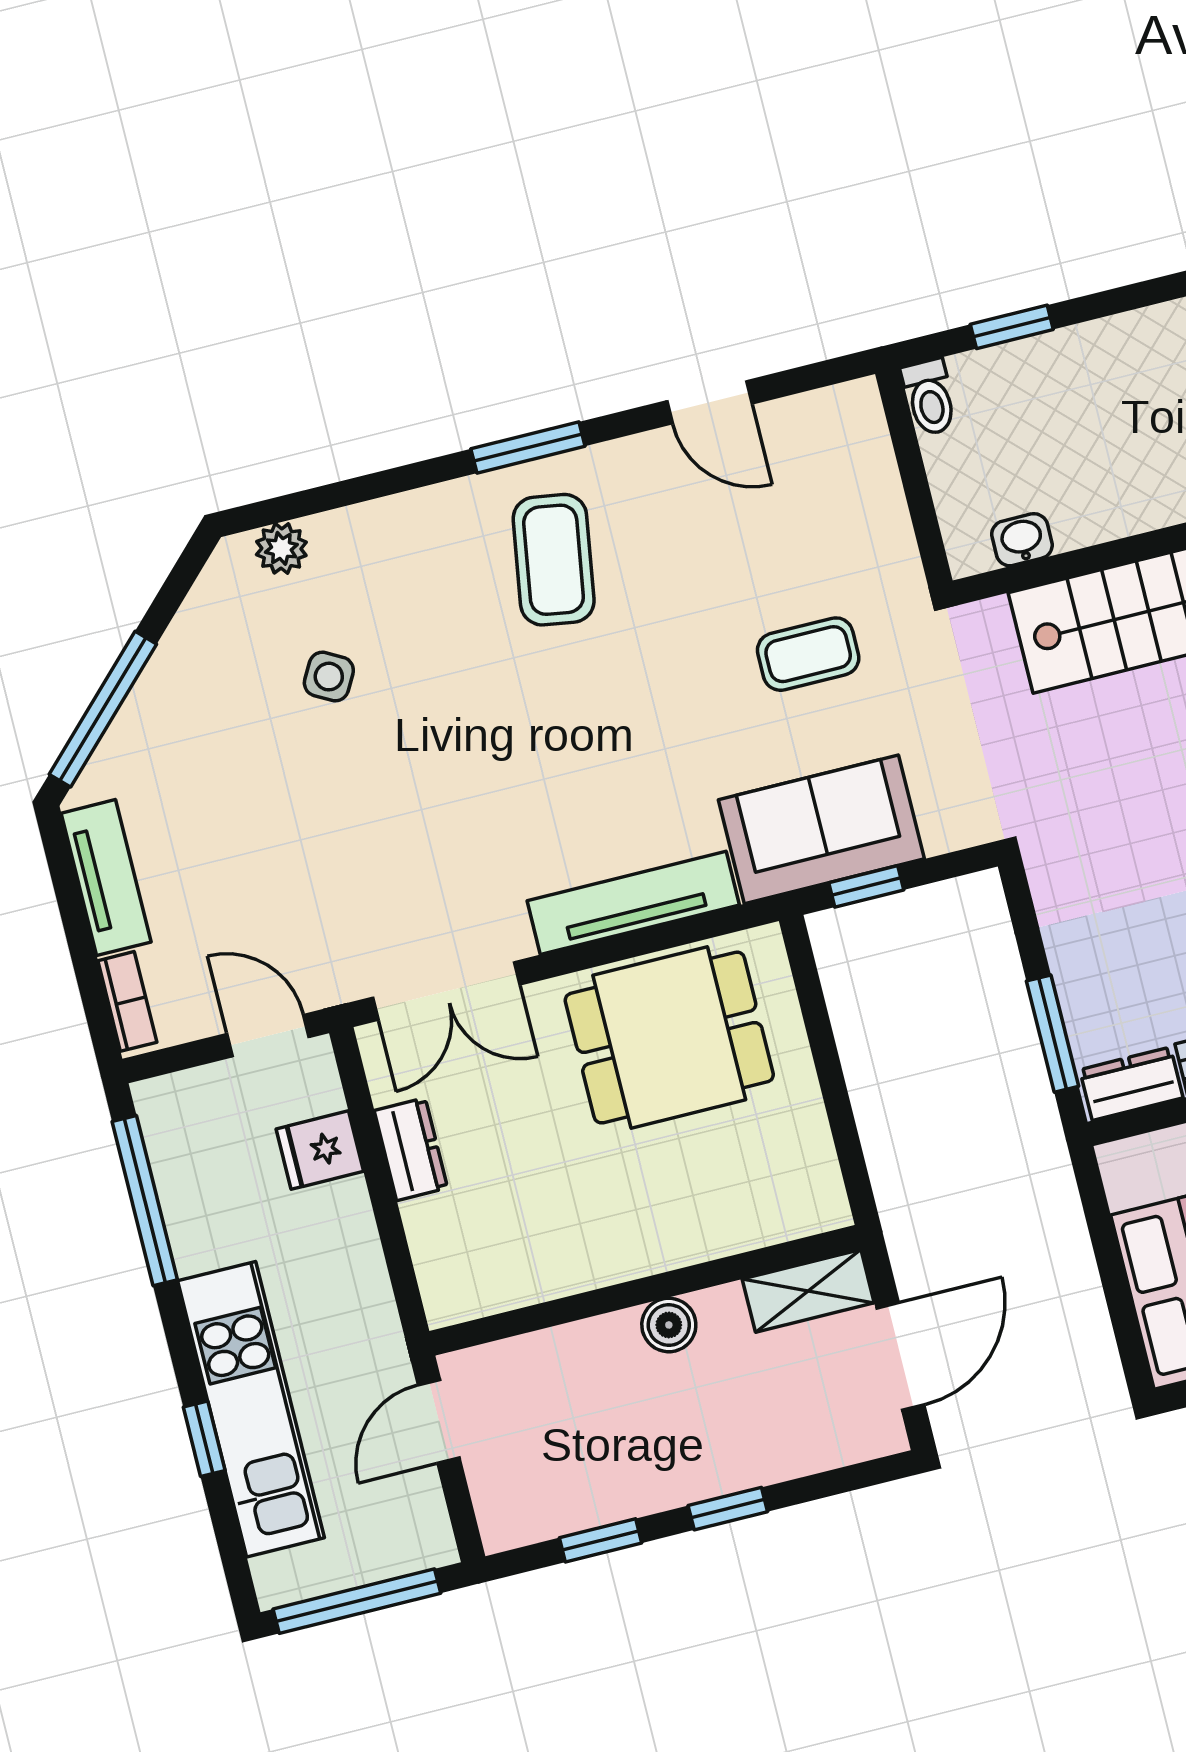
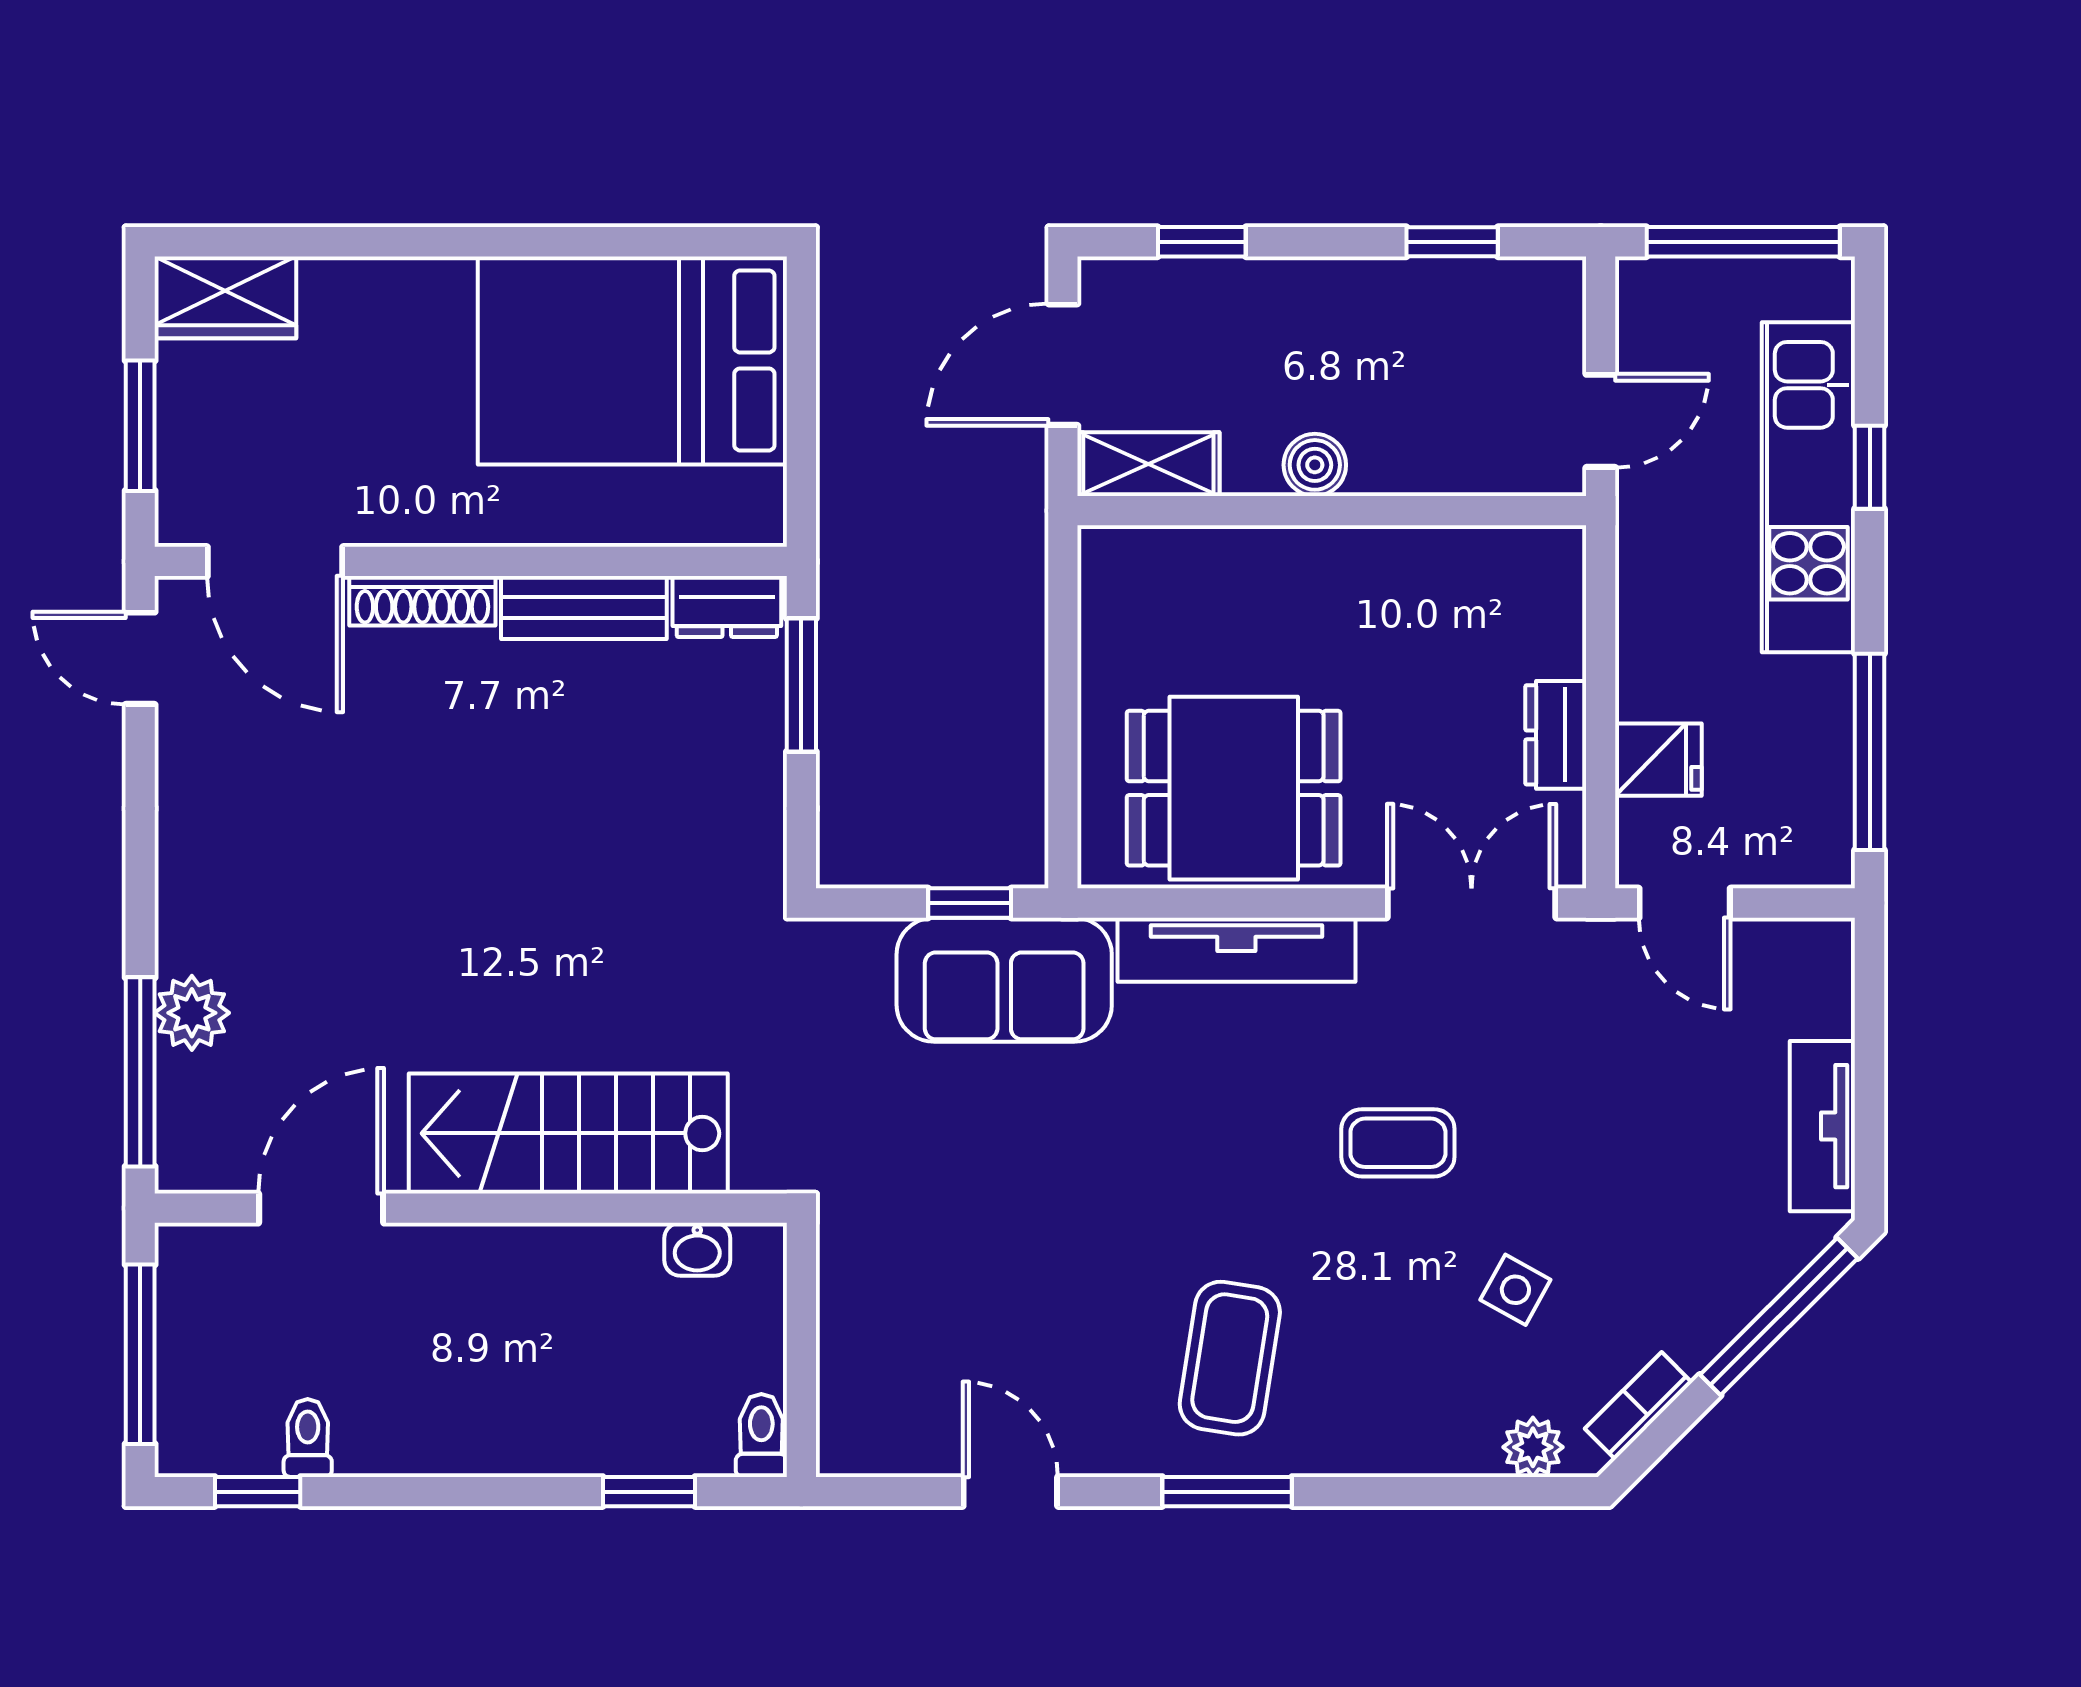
coffee table: (808, 654) -> (1398, 1143), moved
bookcase: (127, 1001) -> (1638, 1406), moved, turned 45
window: (728, 1509) -> (1202, 242), moved

